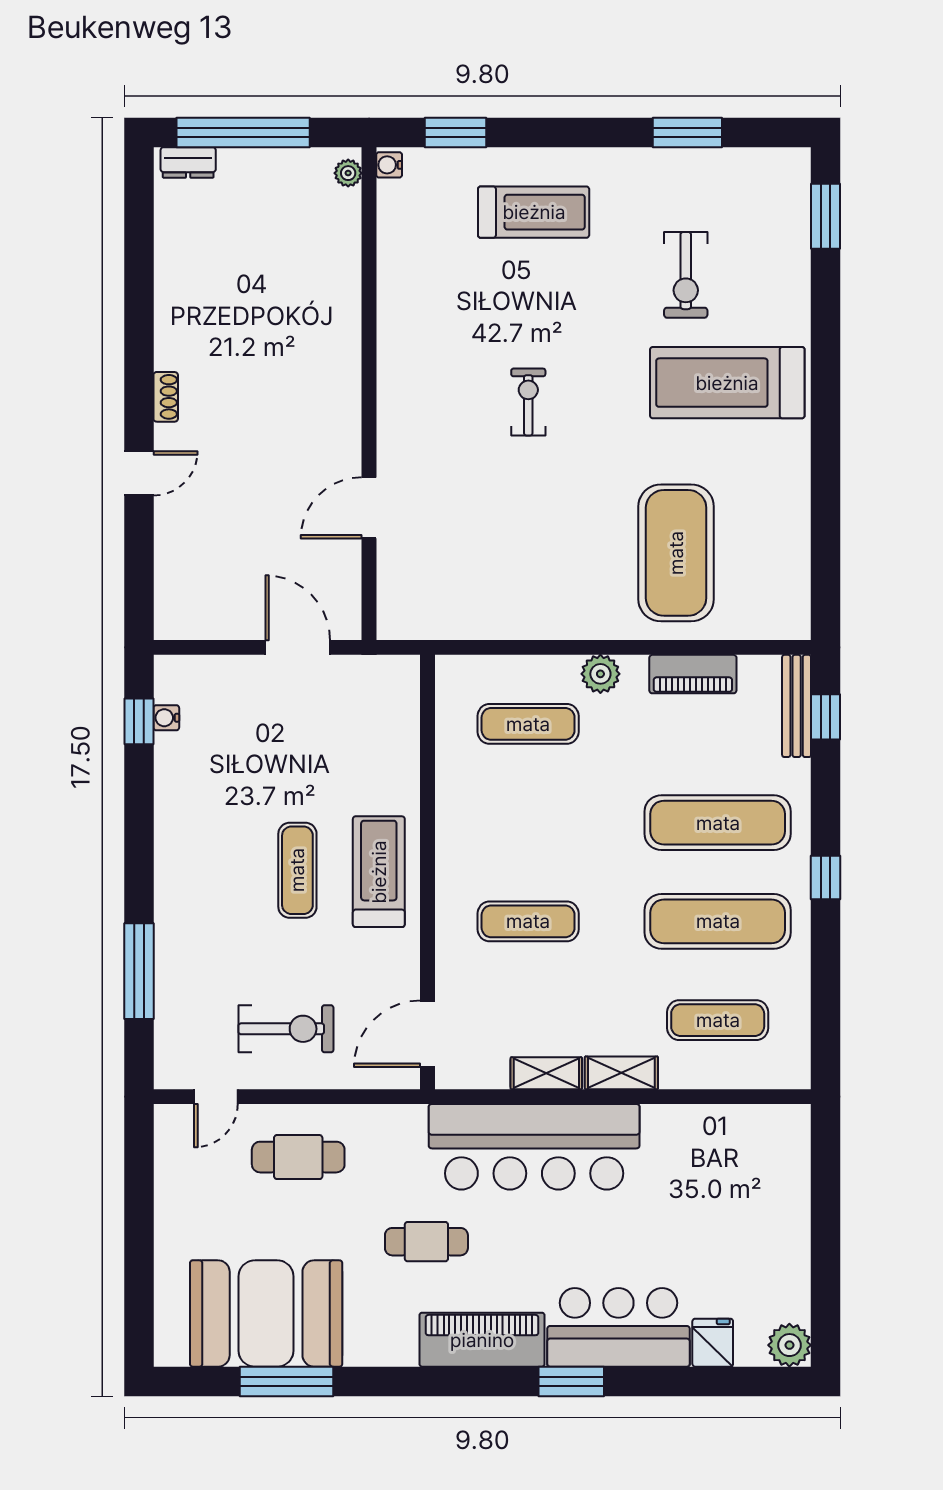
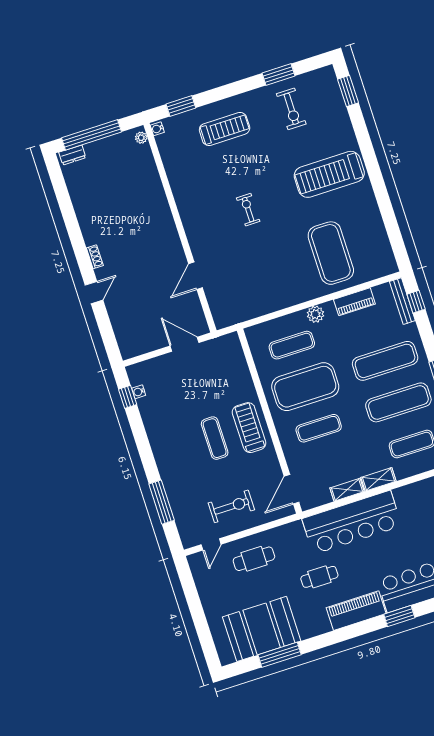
exercise bike: (686, 275) -> (291, 109), moved
exercise mat: (528, 823) -> (305, 387), added

